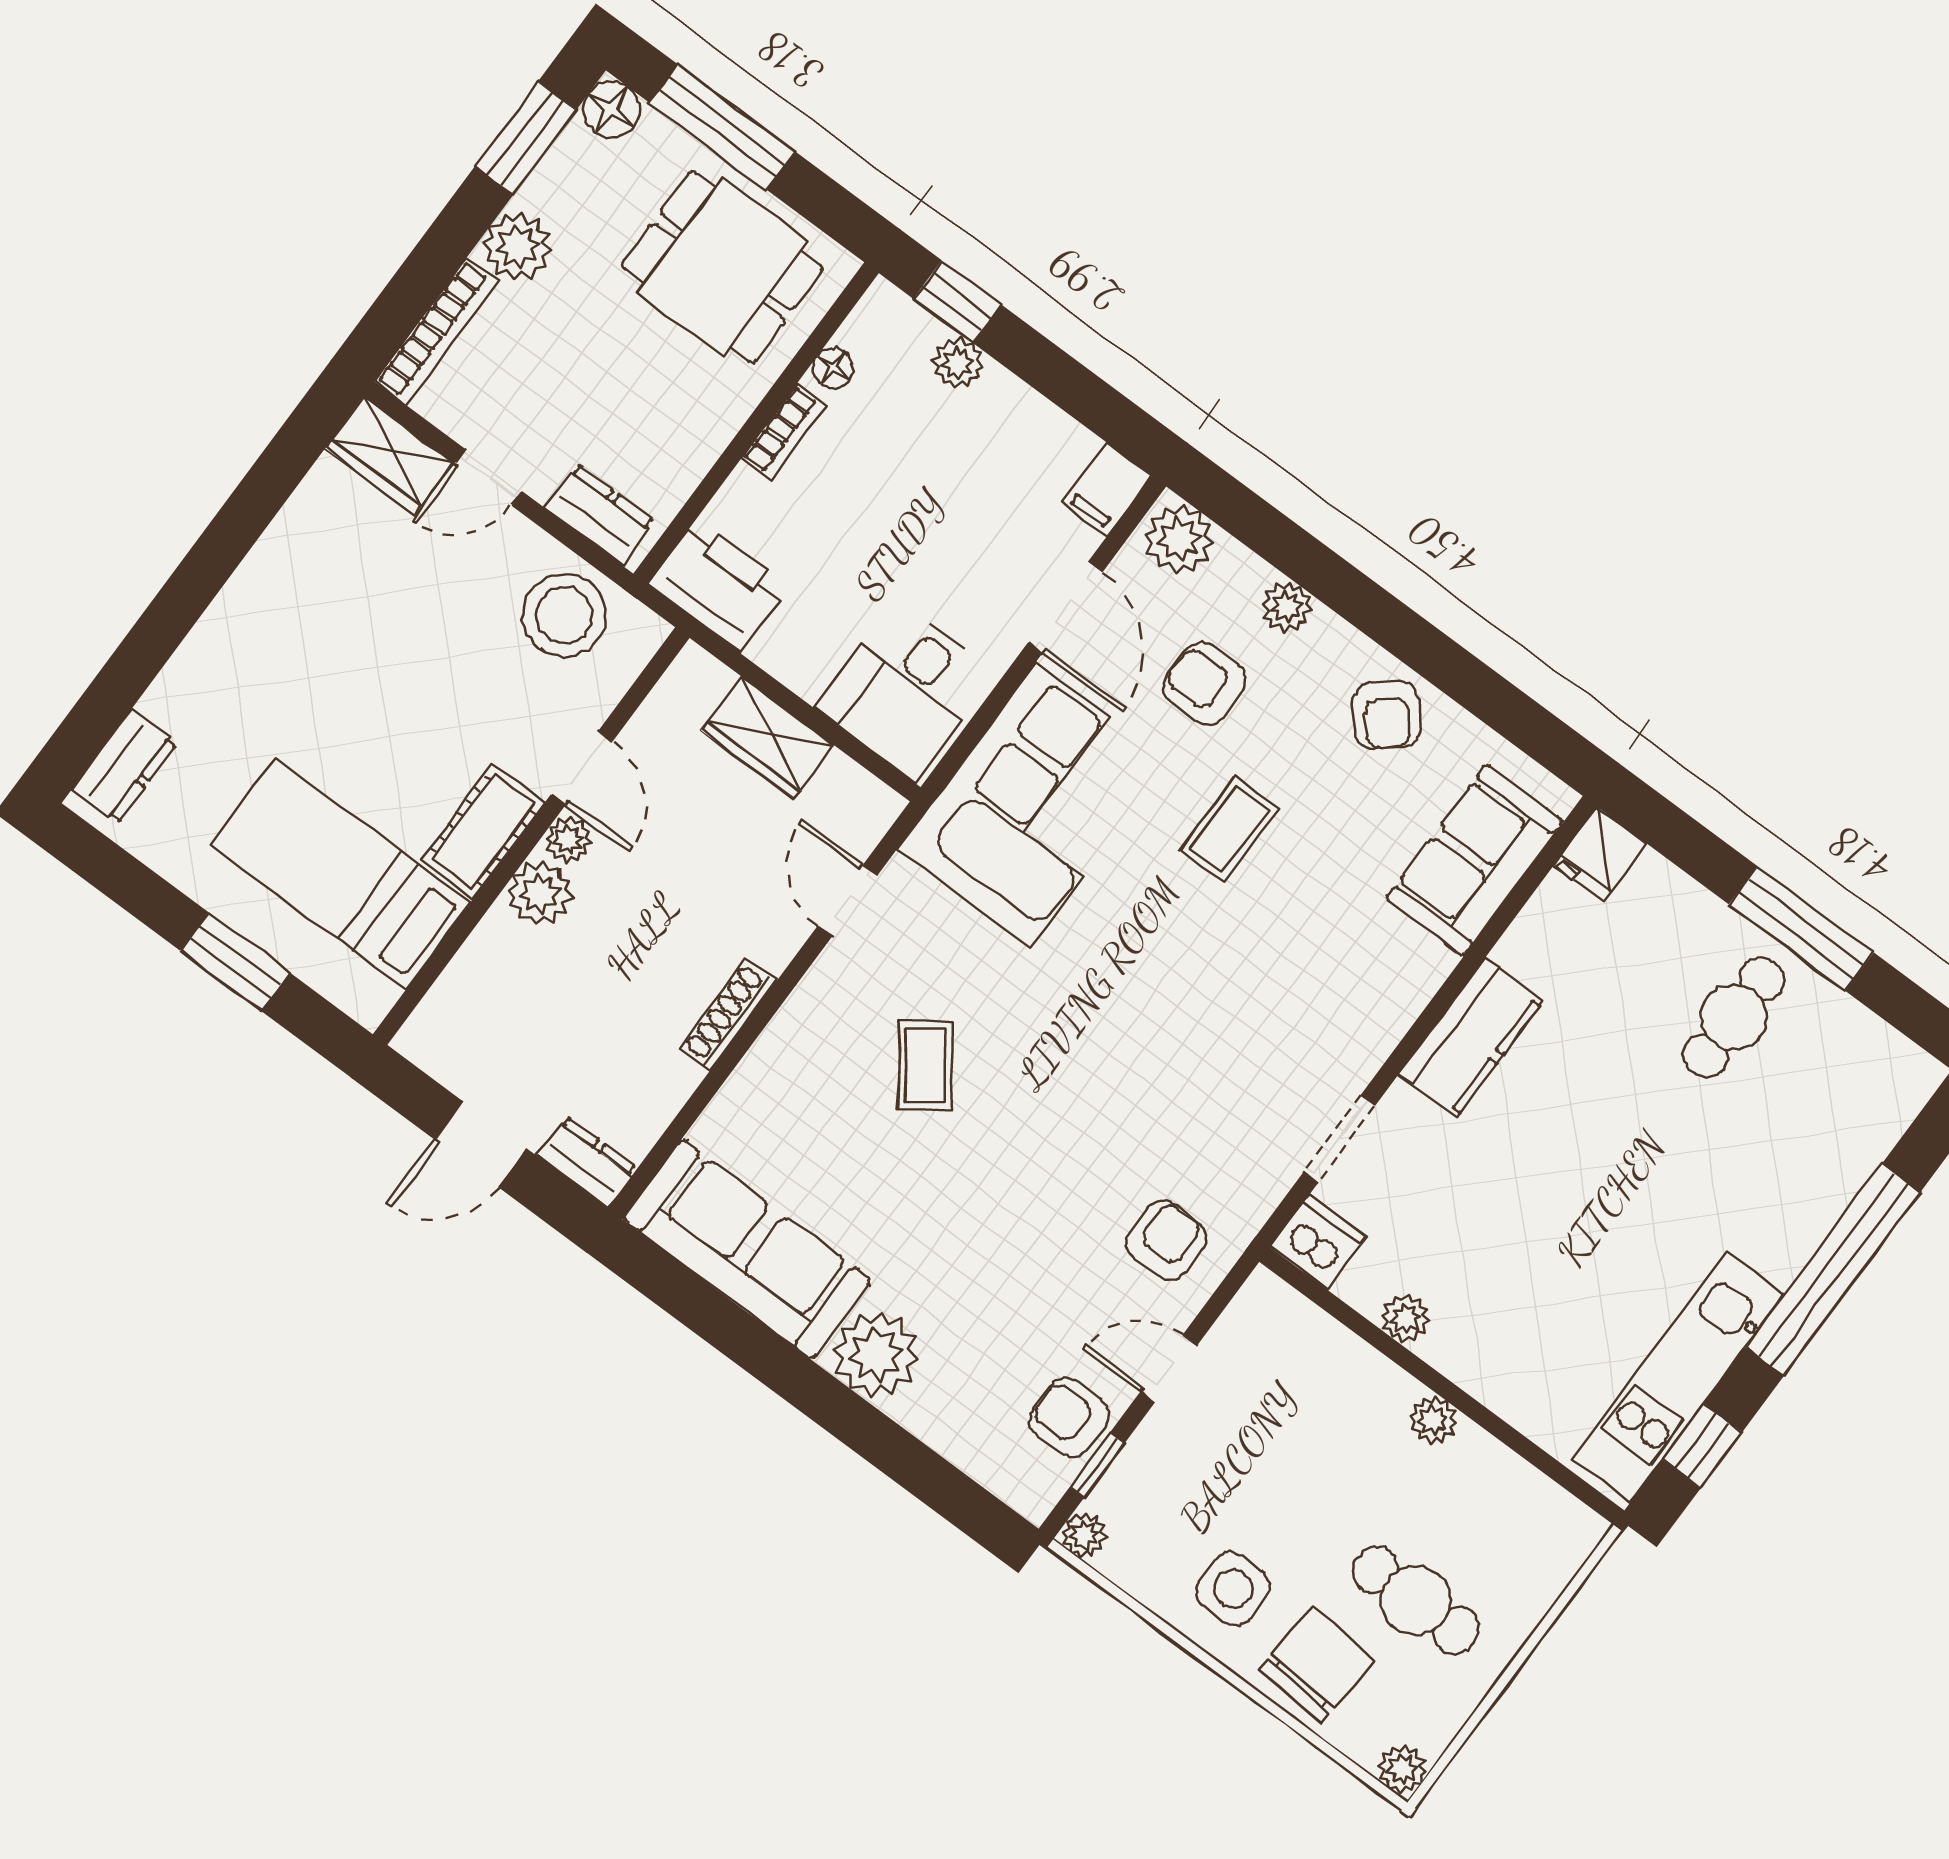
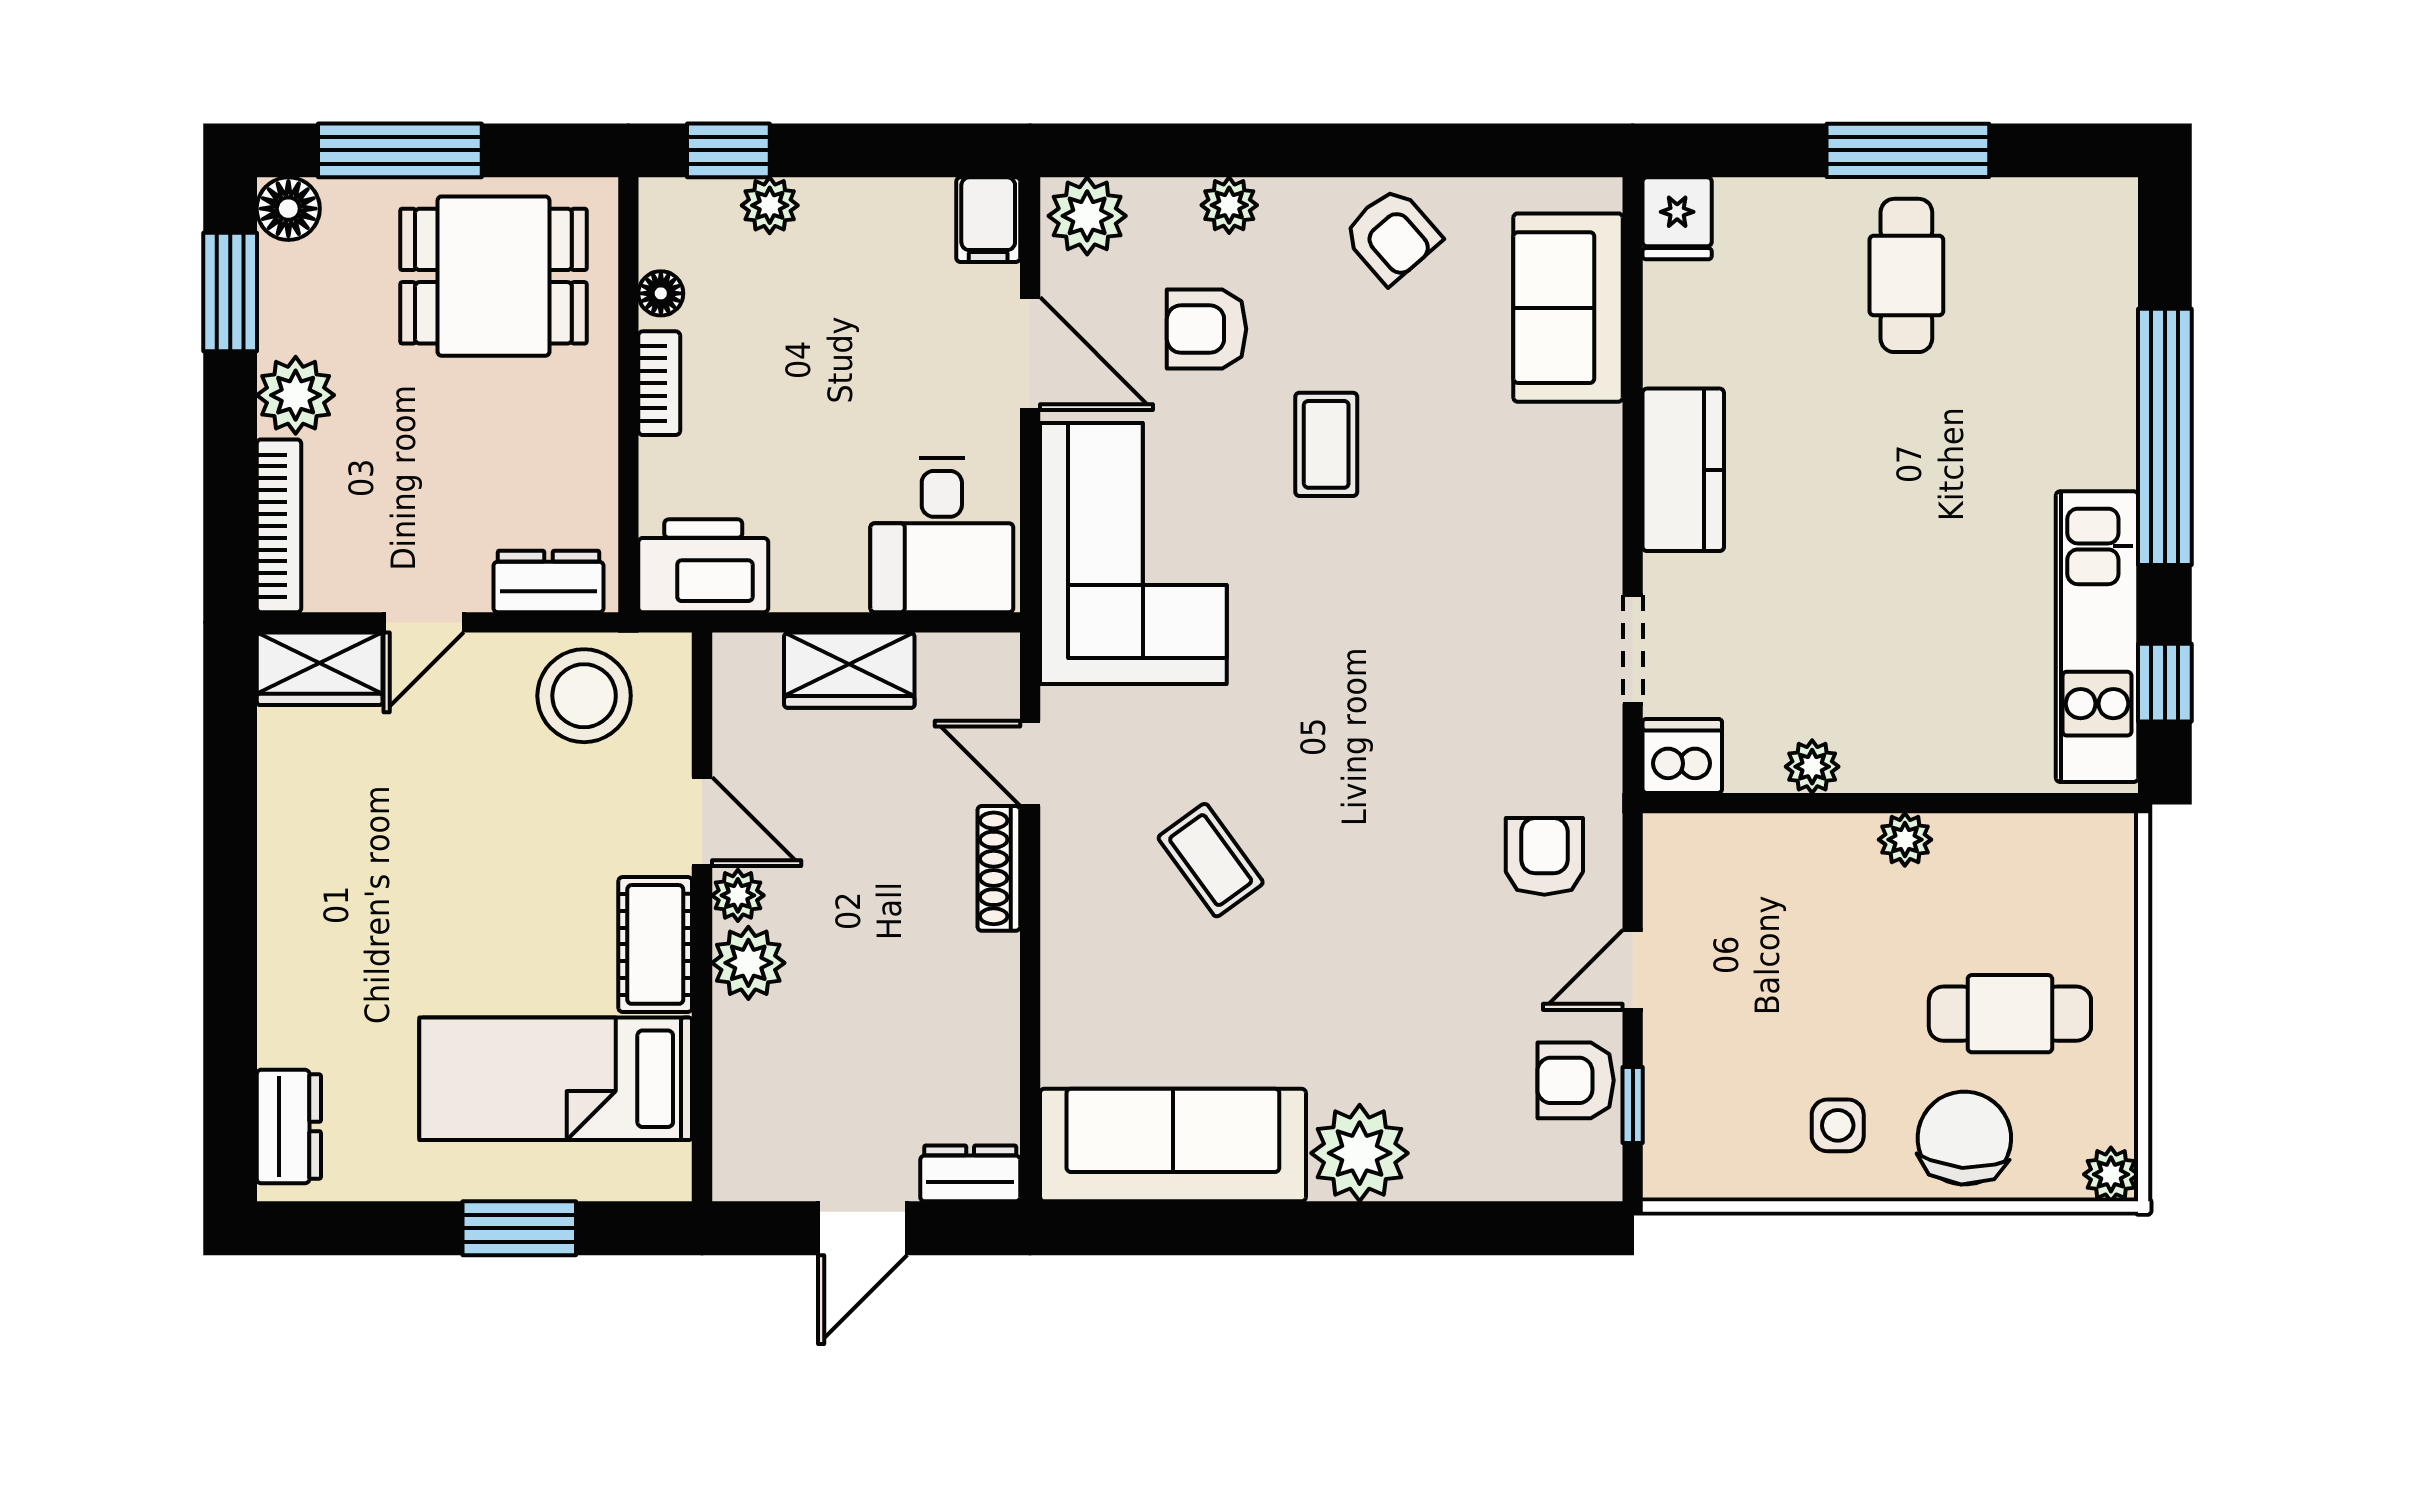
shoe rack: (728, 1015) -> (999, 868), moved
plant: (1084, 1535) -> (1668, 1176), removed
side table: (1233, 1589) -> (1838, 1125), width x0.73, depth x0.73

